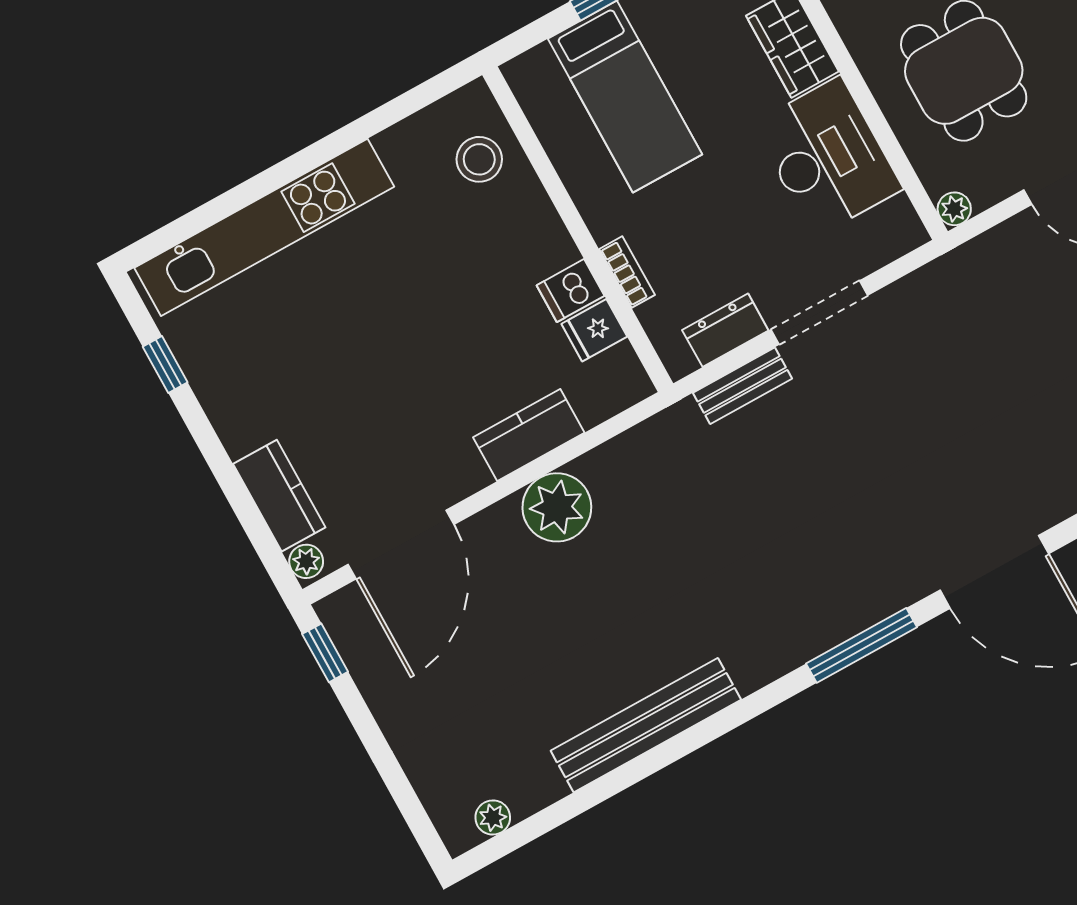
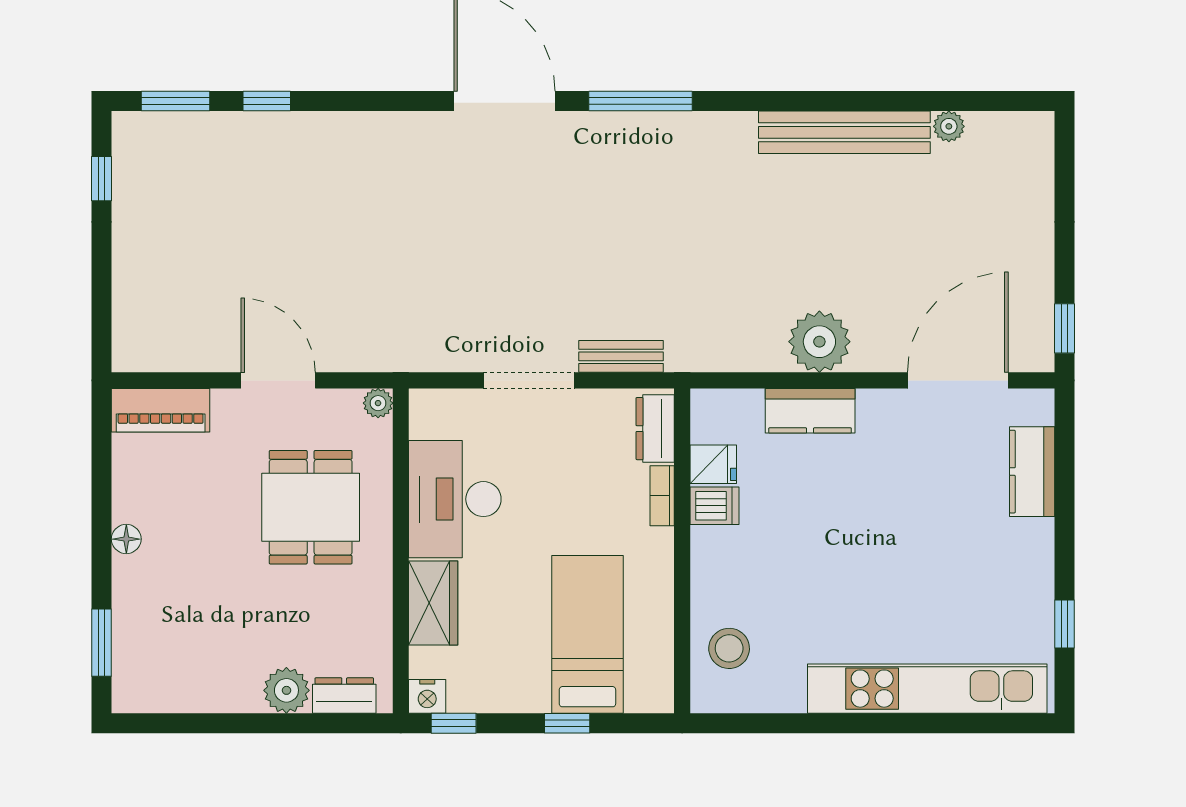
dresser: (725, 330) -> (655, 429), moved, turned 90
plant: (306, 561) -> (1040, 408), removed
plant: (493, 817) -> (949, 126), moved

